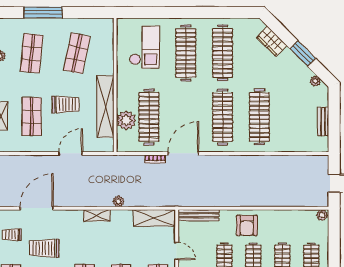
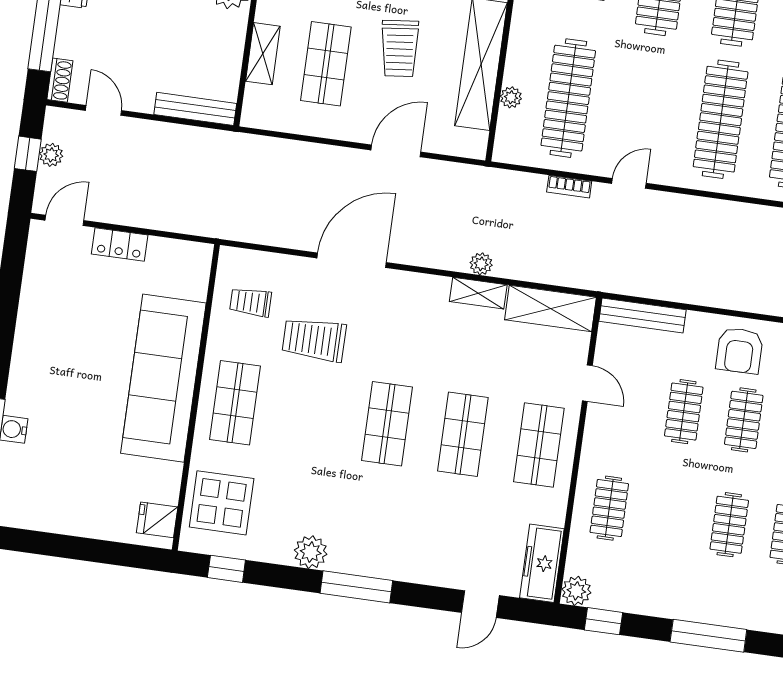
trolley: (66, 104) -> (400, 48), turned 84
plant: (126, 120) -> (511, 97), width x0.53, depth x0.53
door: (183, 153) -> (629, 183), width x0.53
door: (37, 208) -> (352, 260), moved
shelving: (97, 215) -> (478, 293), moved

